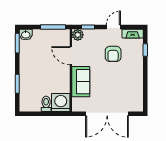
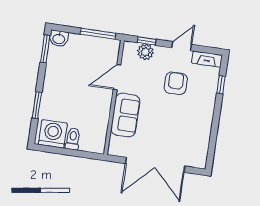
plant: (78, 35) -> (145, 52), moved
armchair: (113, 54) -> (176, 83), turned 180
door: (71, 56) -> (117, 77), hinge flipped
washing machine: (61, 103) -> (53, 134), moved

